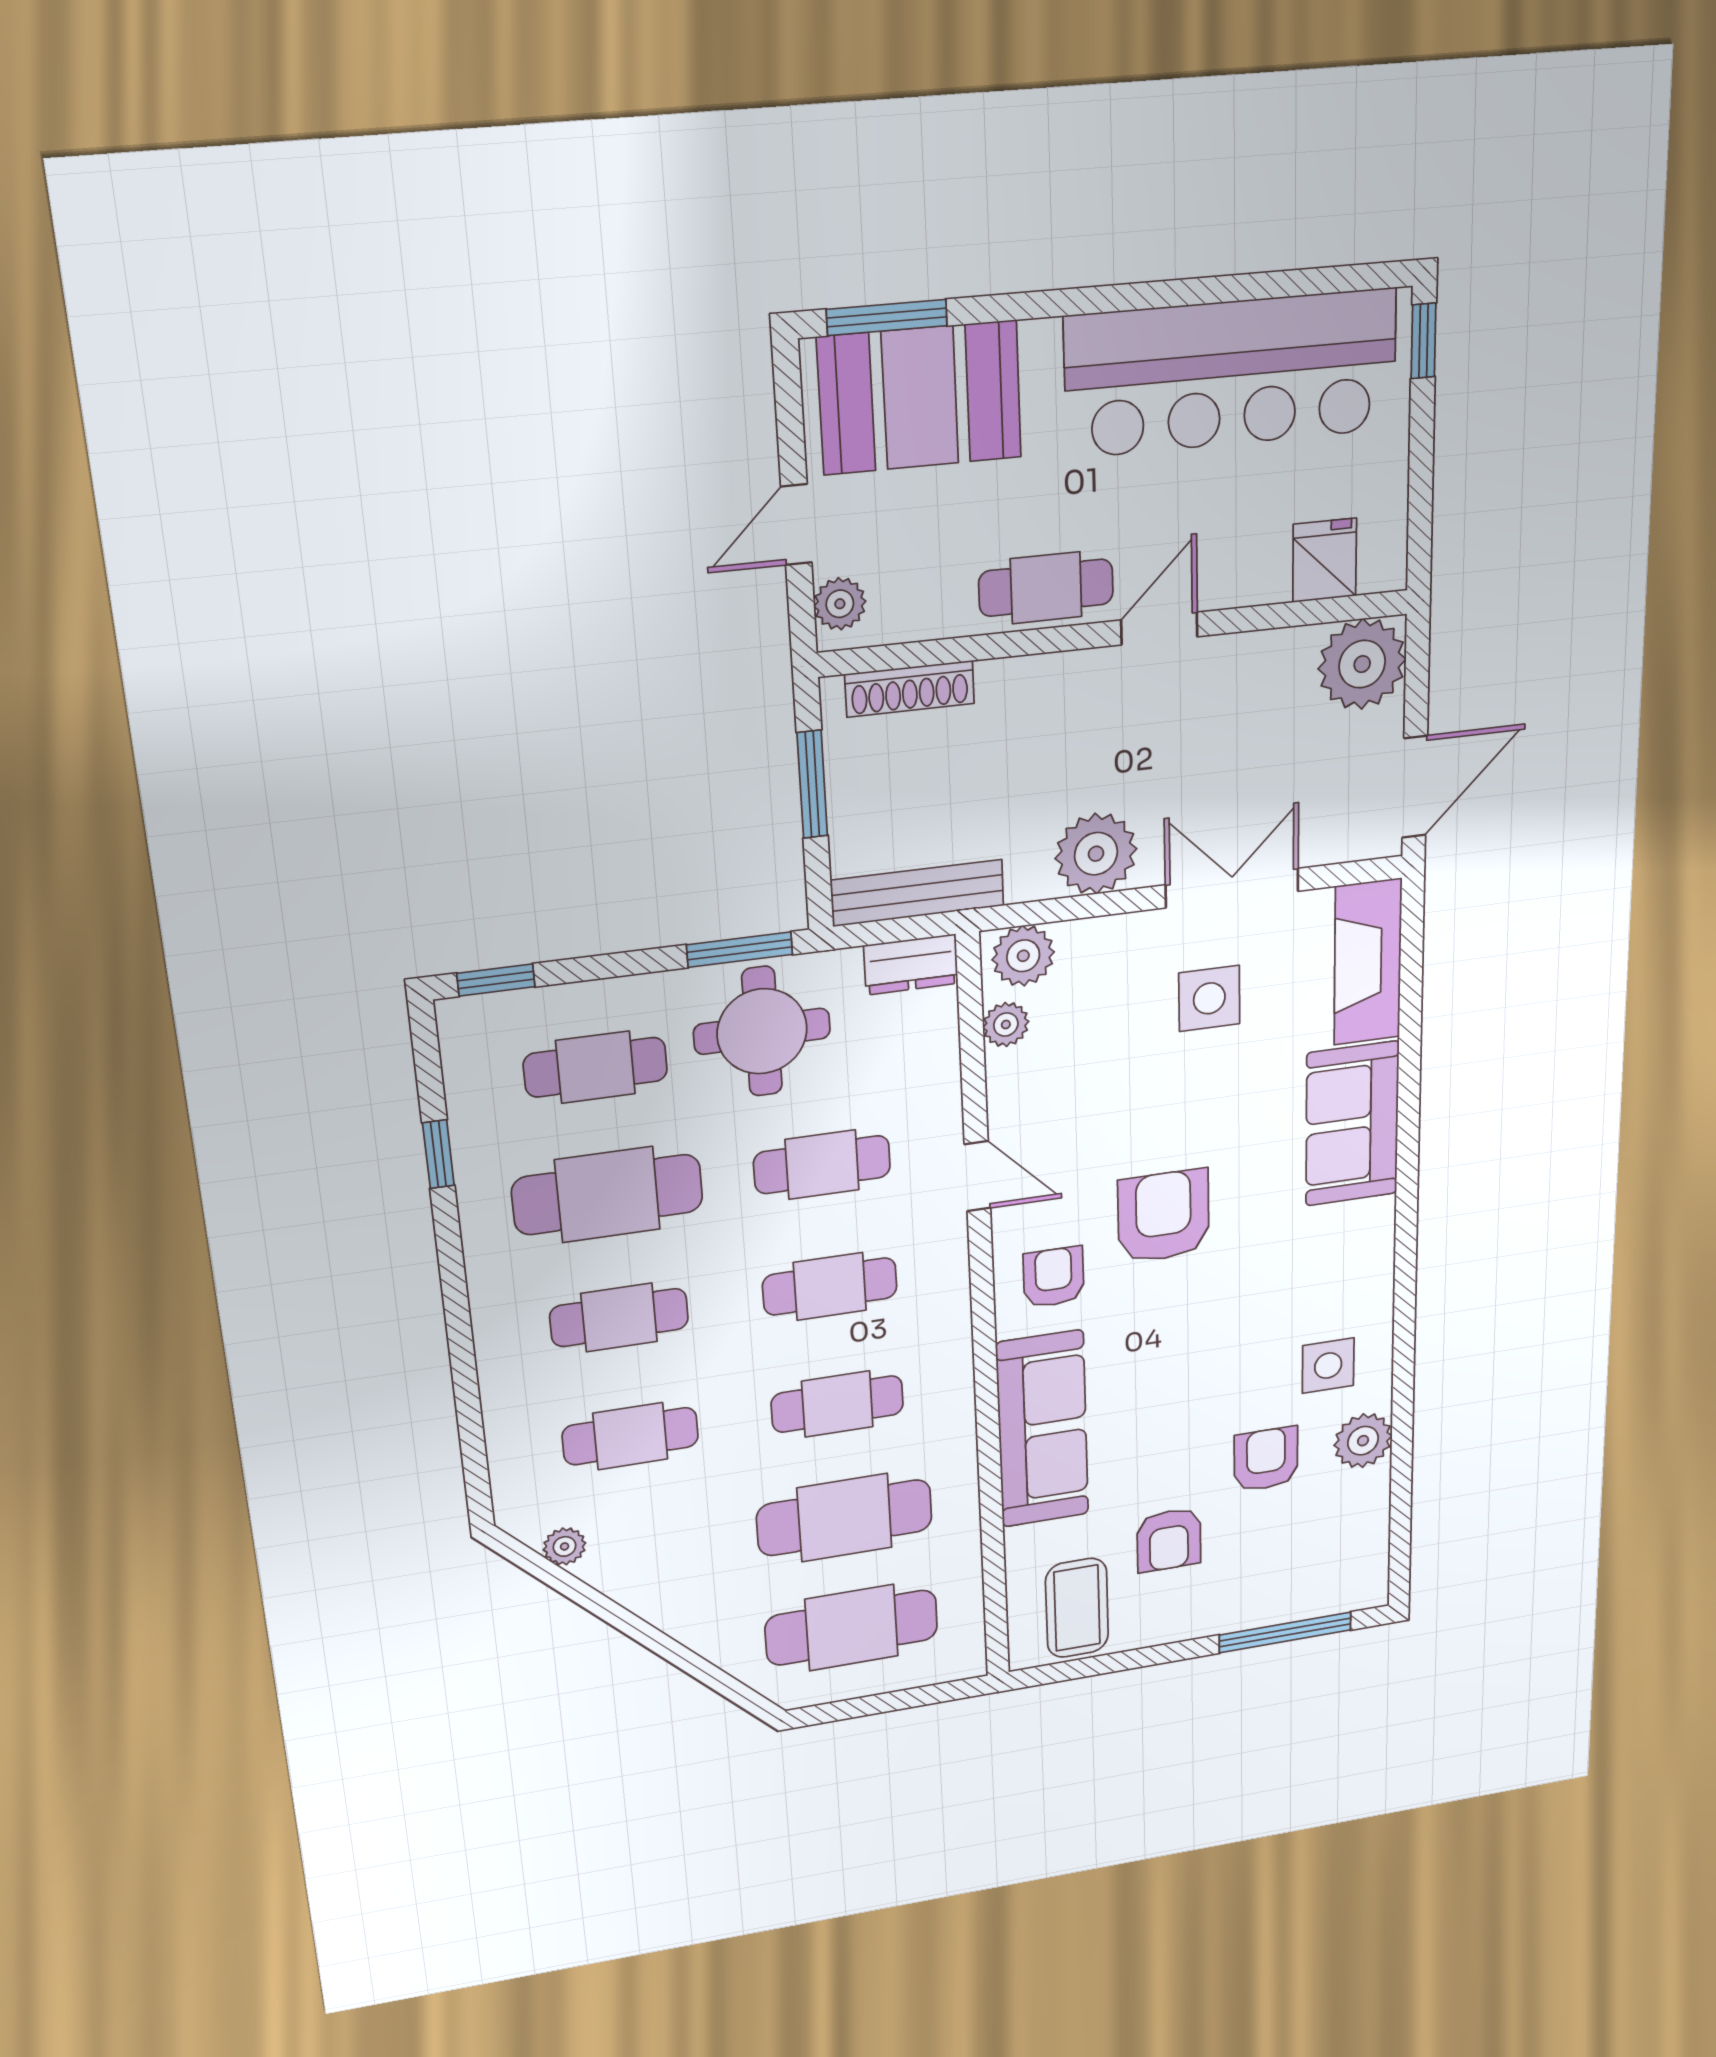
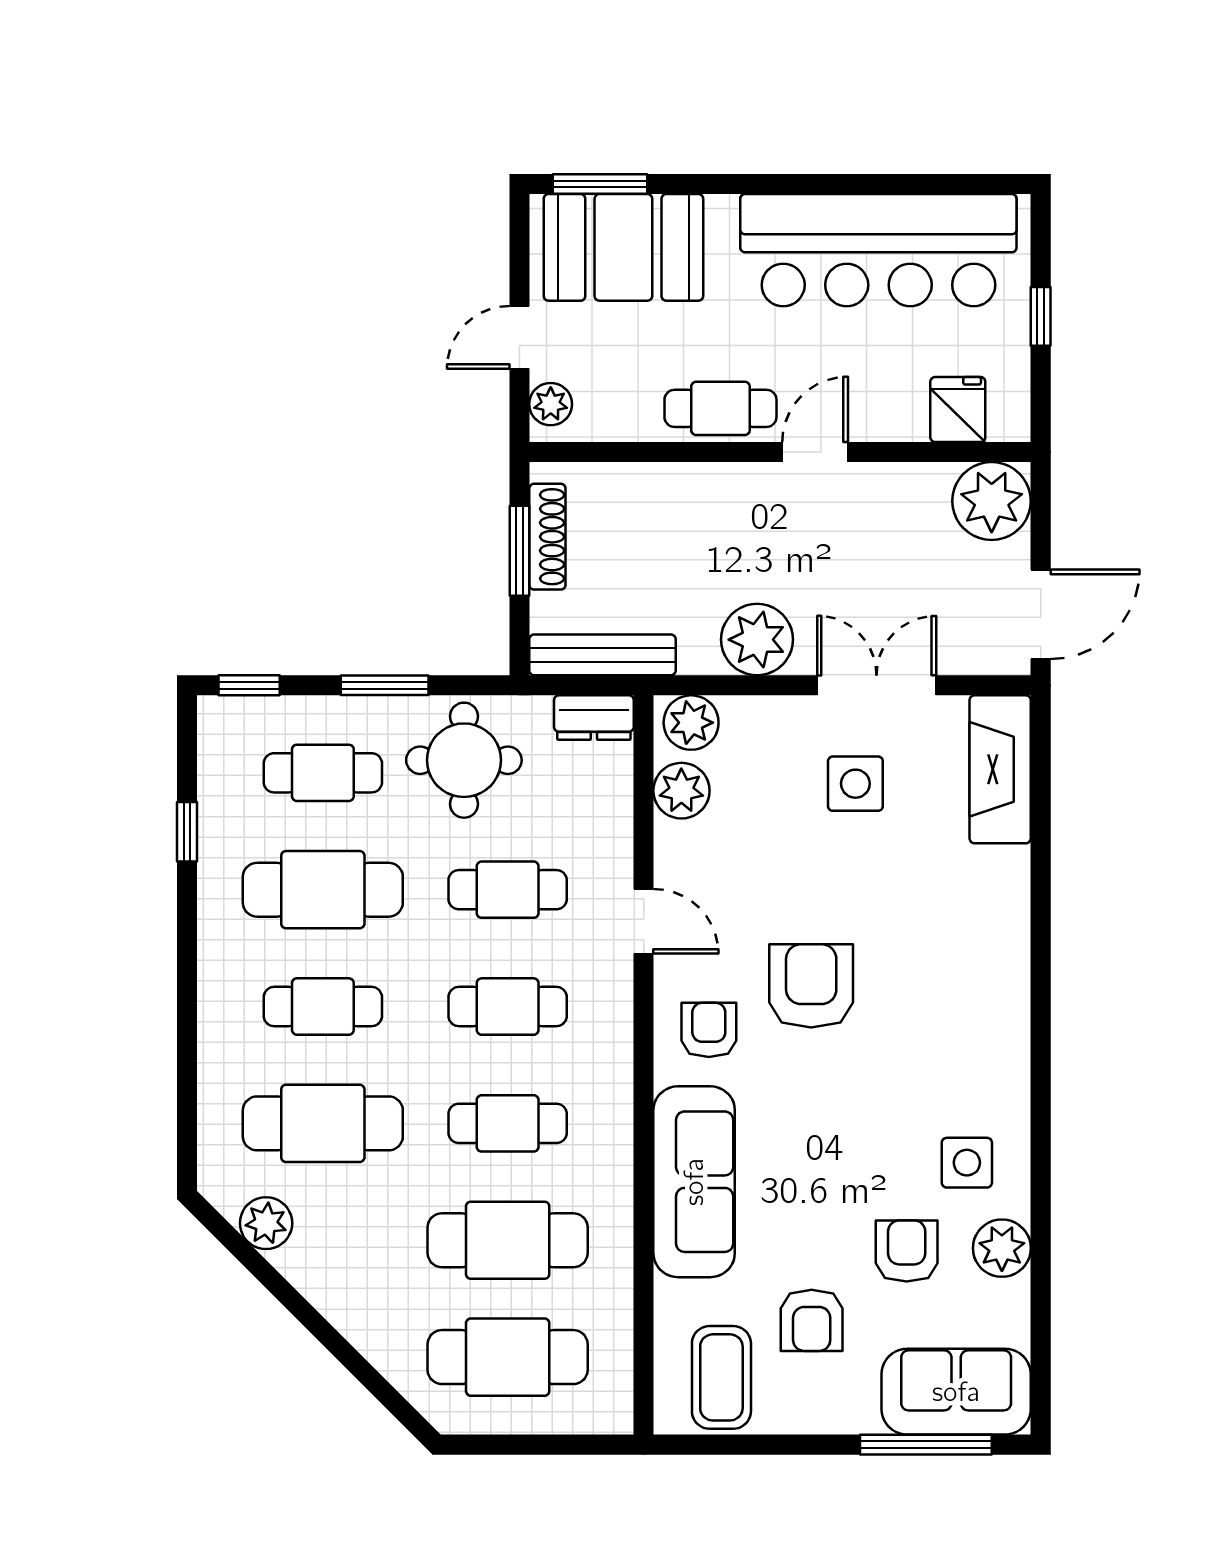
window: (1424, 341) -> (1041, 316), moved
shoe rack: (910, 689) -> (547, 537), moved, turned -90
window: (740, 950) -> (385, 685), moved
plant: (1006, 1025) -> (681, 791), width x1.38, depth x1.38
sofa: (1352, 1124) -> (956, 1392), moved, turned 90
cafe table: (630, 1436) -> (323, 1123), width x1.37, depth x1.35
plant: (565, 1546) -> (266, 1223), width x1.38, depth x1.38

